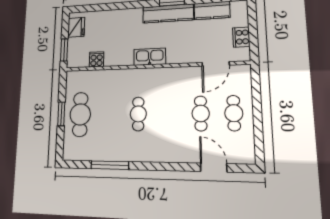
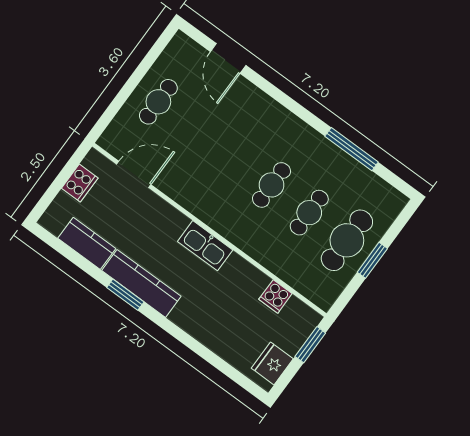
cafe table: (201, 113) -> (309, 213), moved

